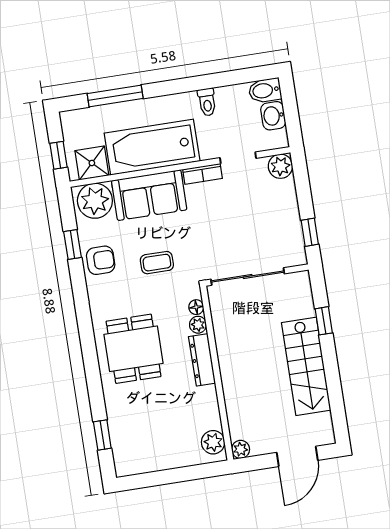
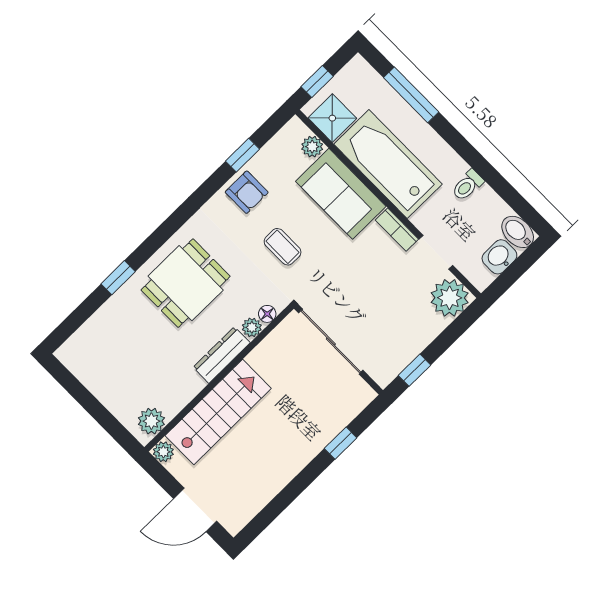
plant: (280, 166) -> (450, 298), width x1.36, depth x1.36
plant: (95, 201) -> (312, 147), width x0.53, depth x0.53
stairs: (306, 366) -> (218, 412), moved, turned 180
window: (102, 435) -> (118, 278), moved

